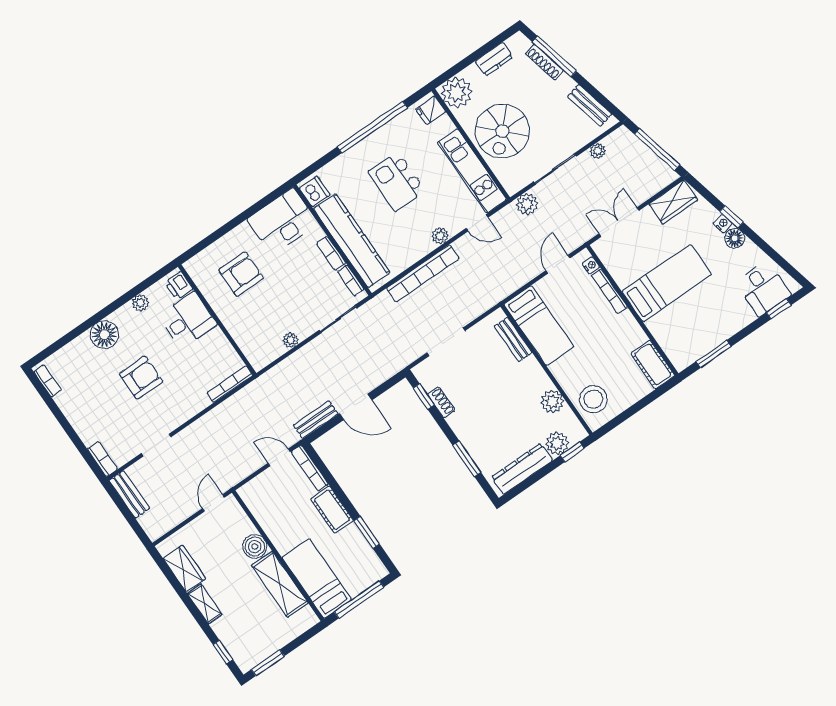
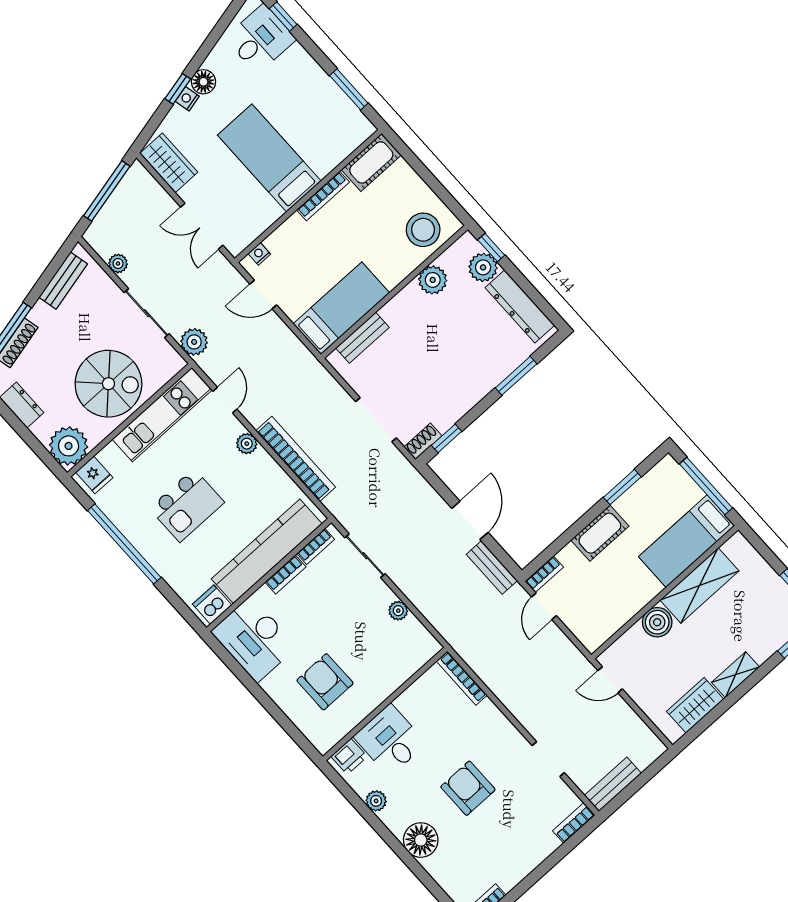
bookcase: (609, 291) -> (323, 196), moved
shoe rack: (441, 402) -> (423, 441), moved
bookcase: (310, 468) -> (544, 574), width x0.64

